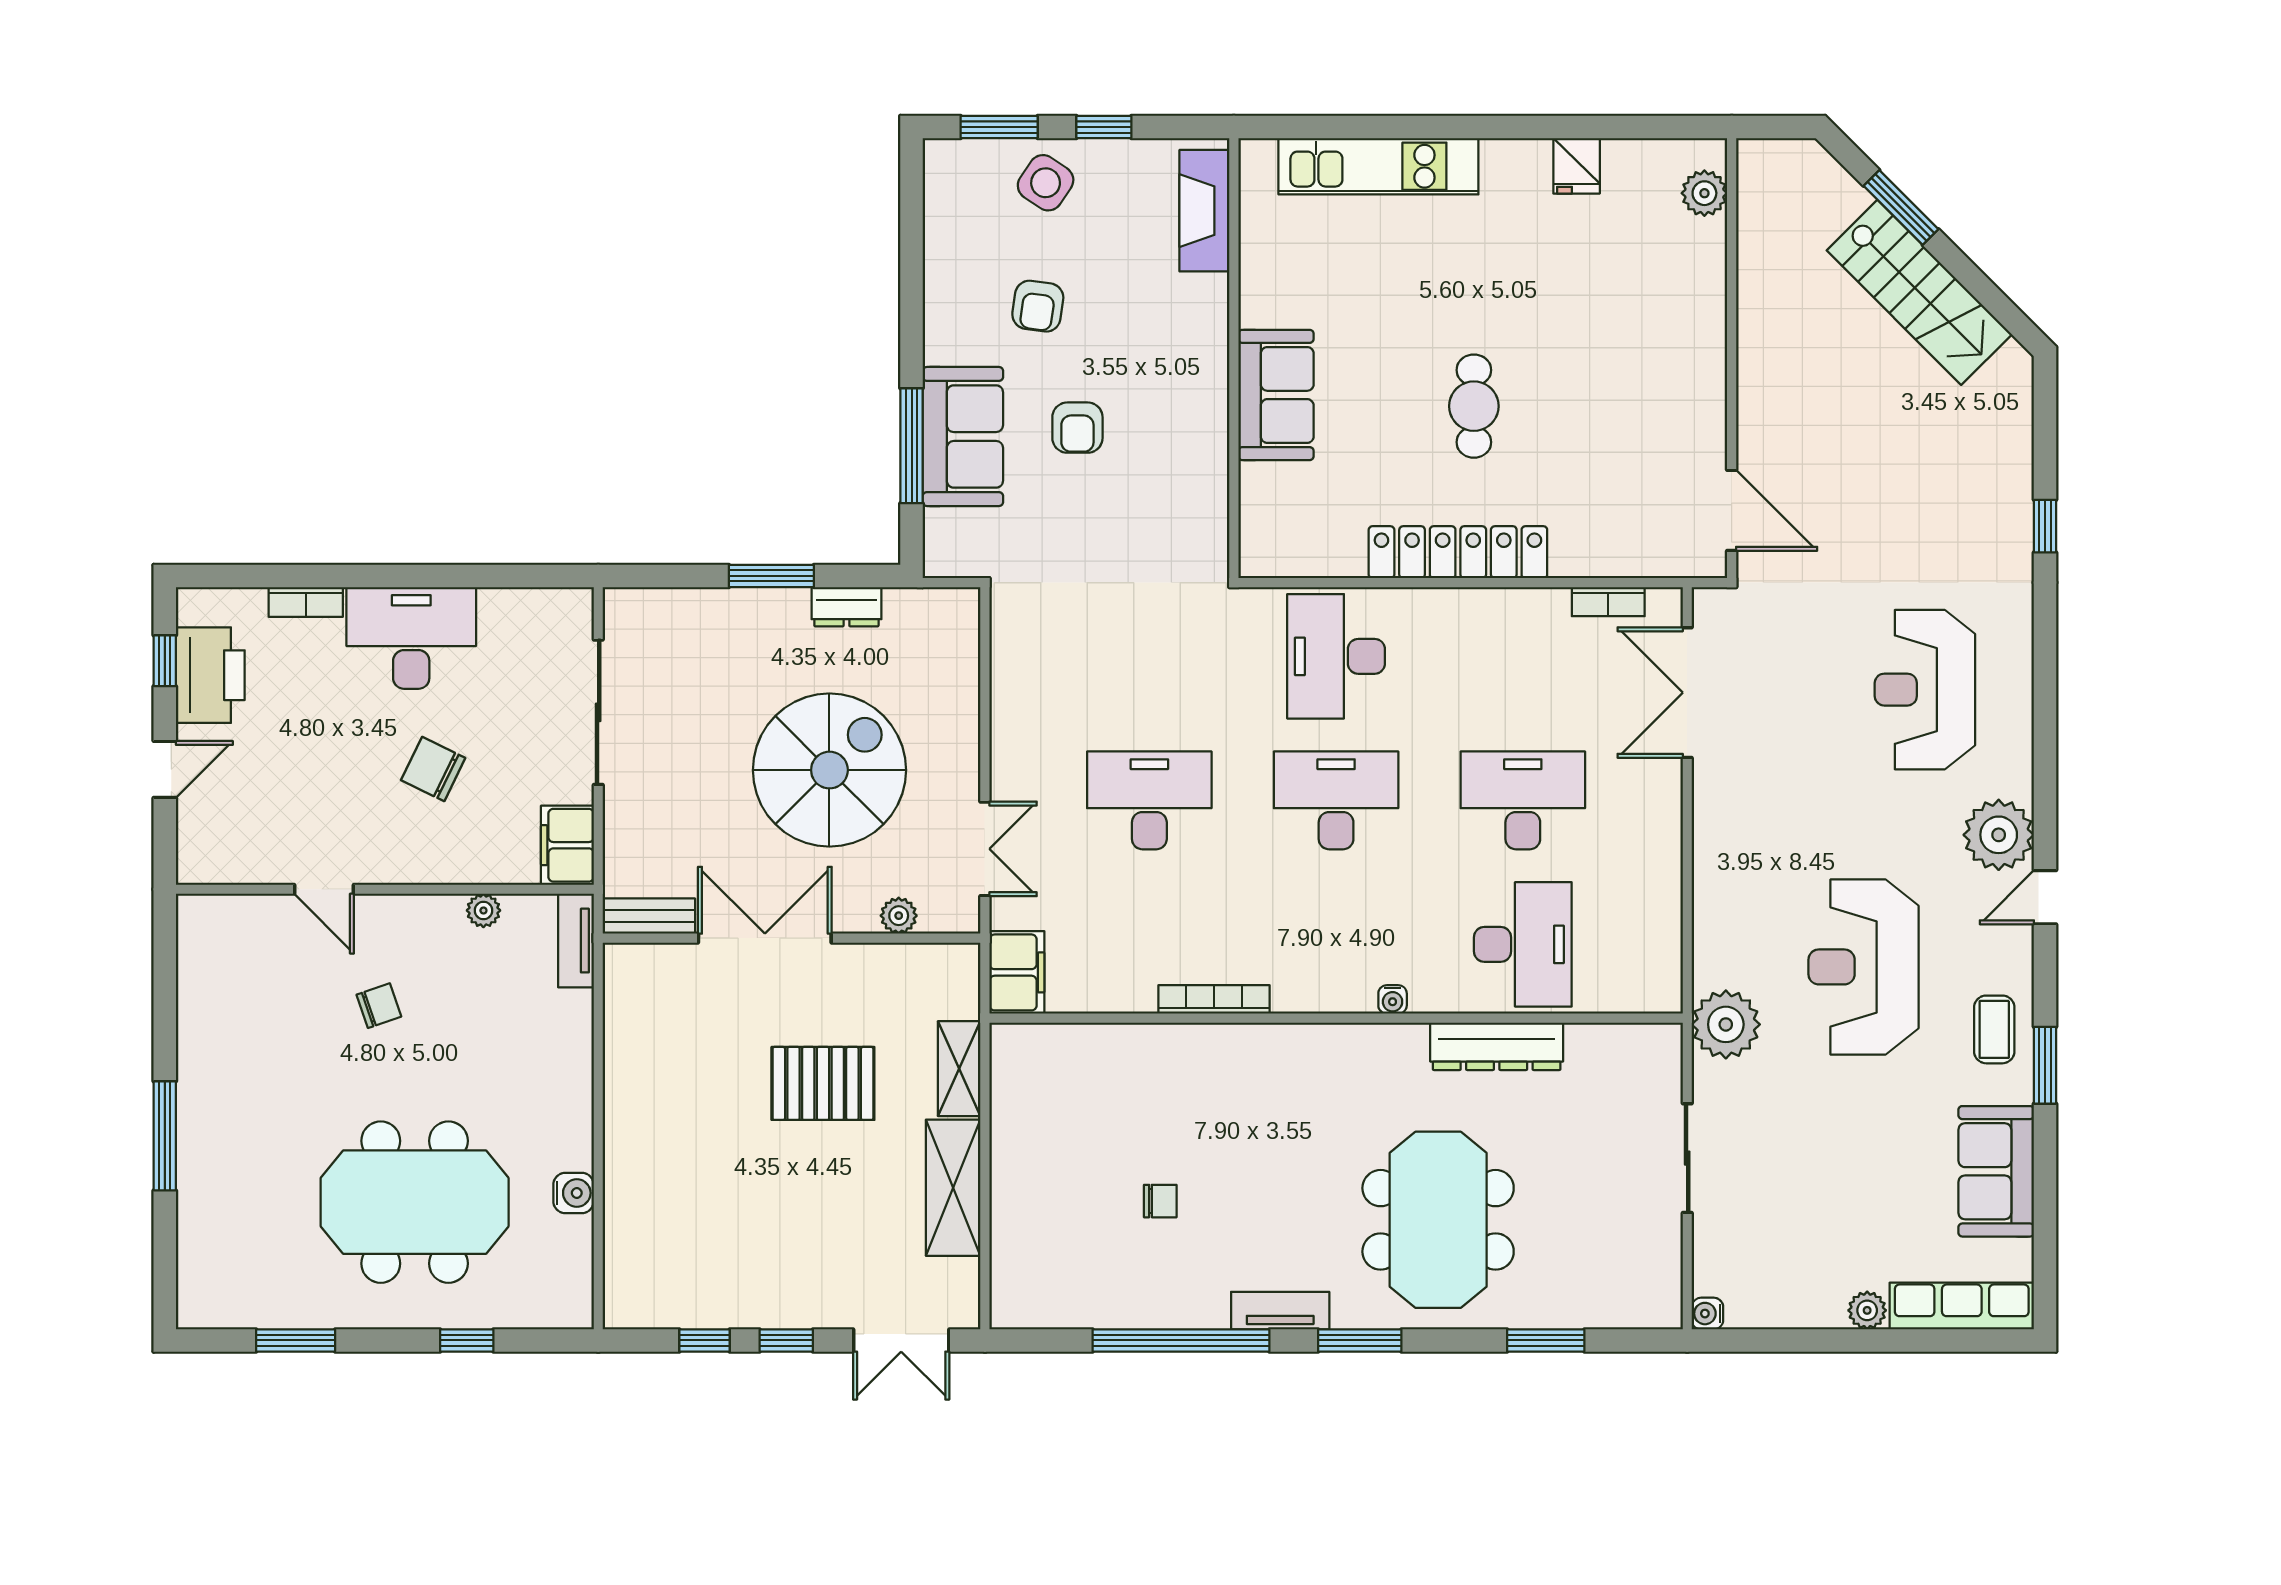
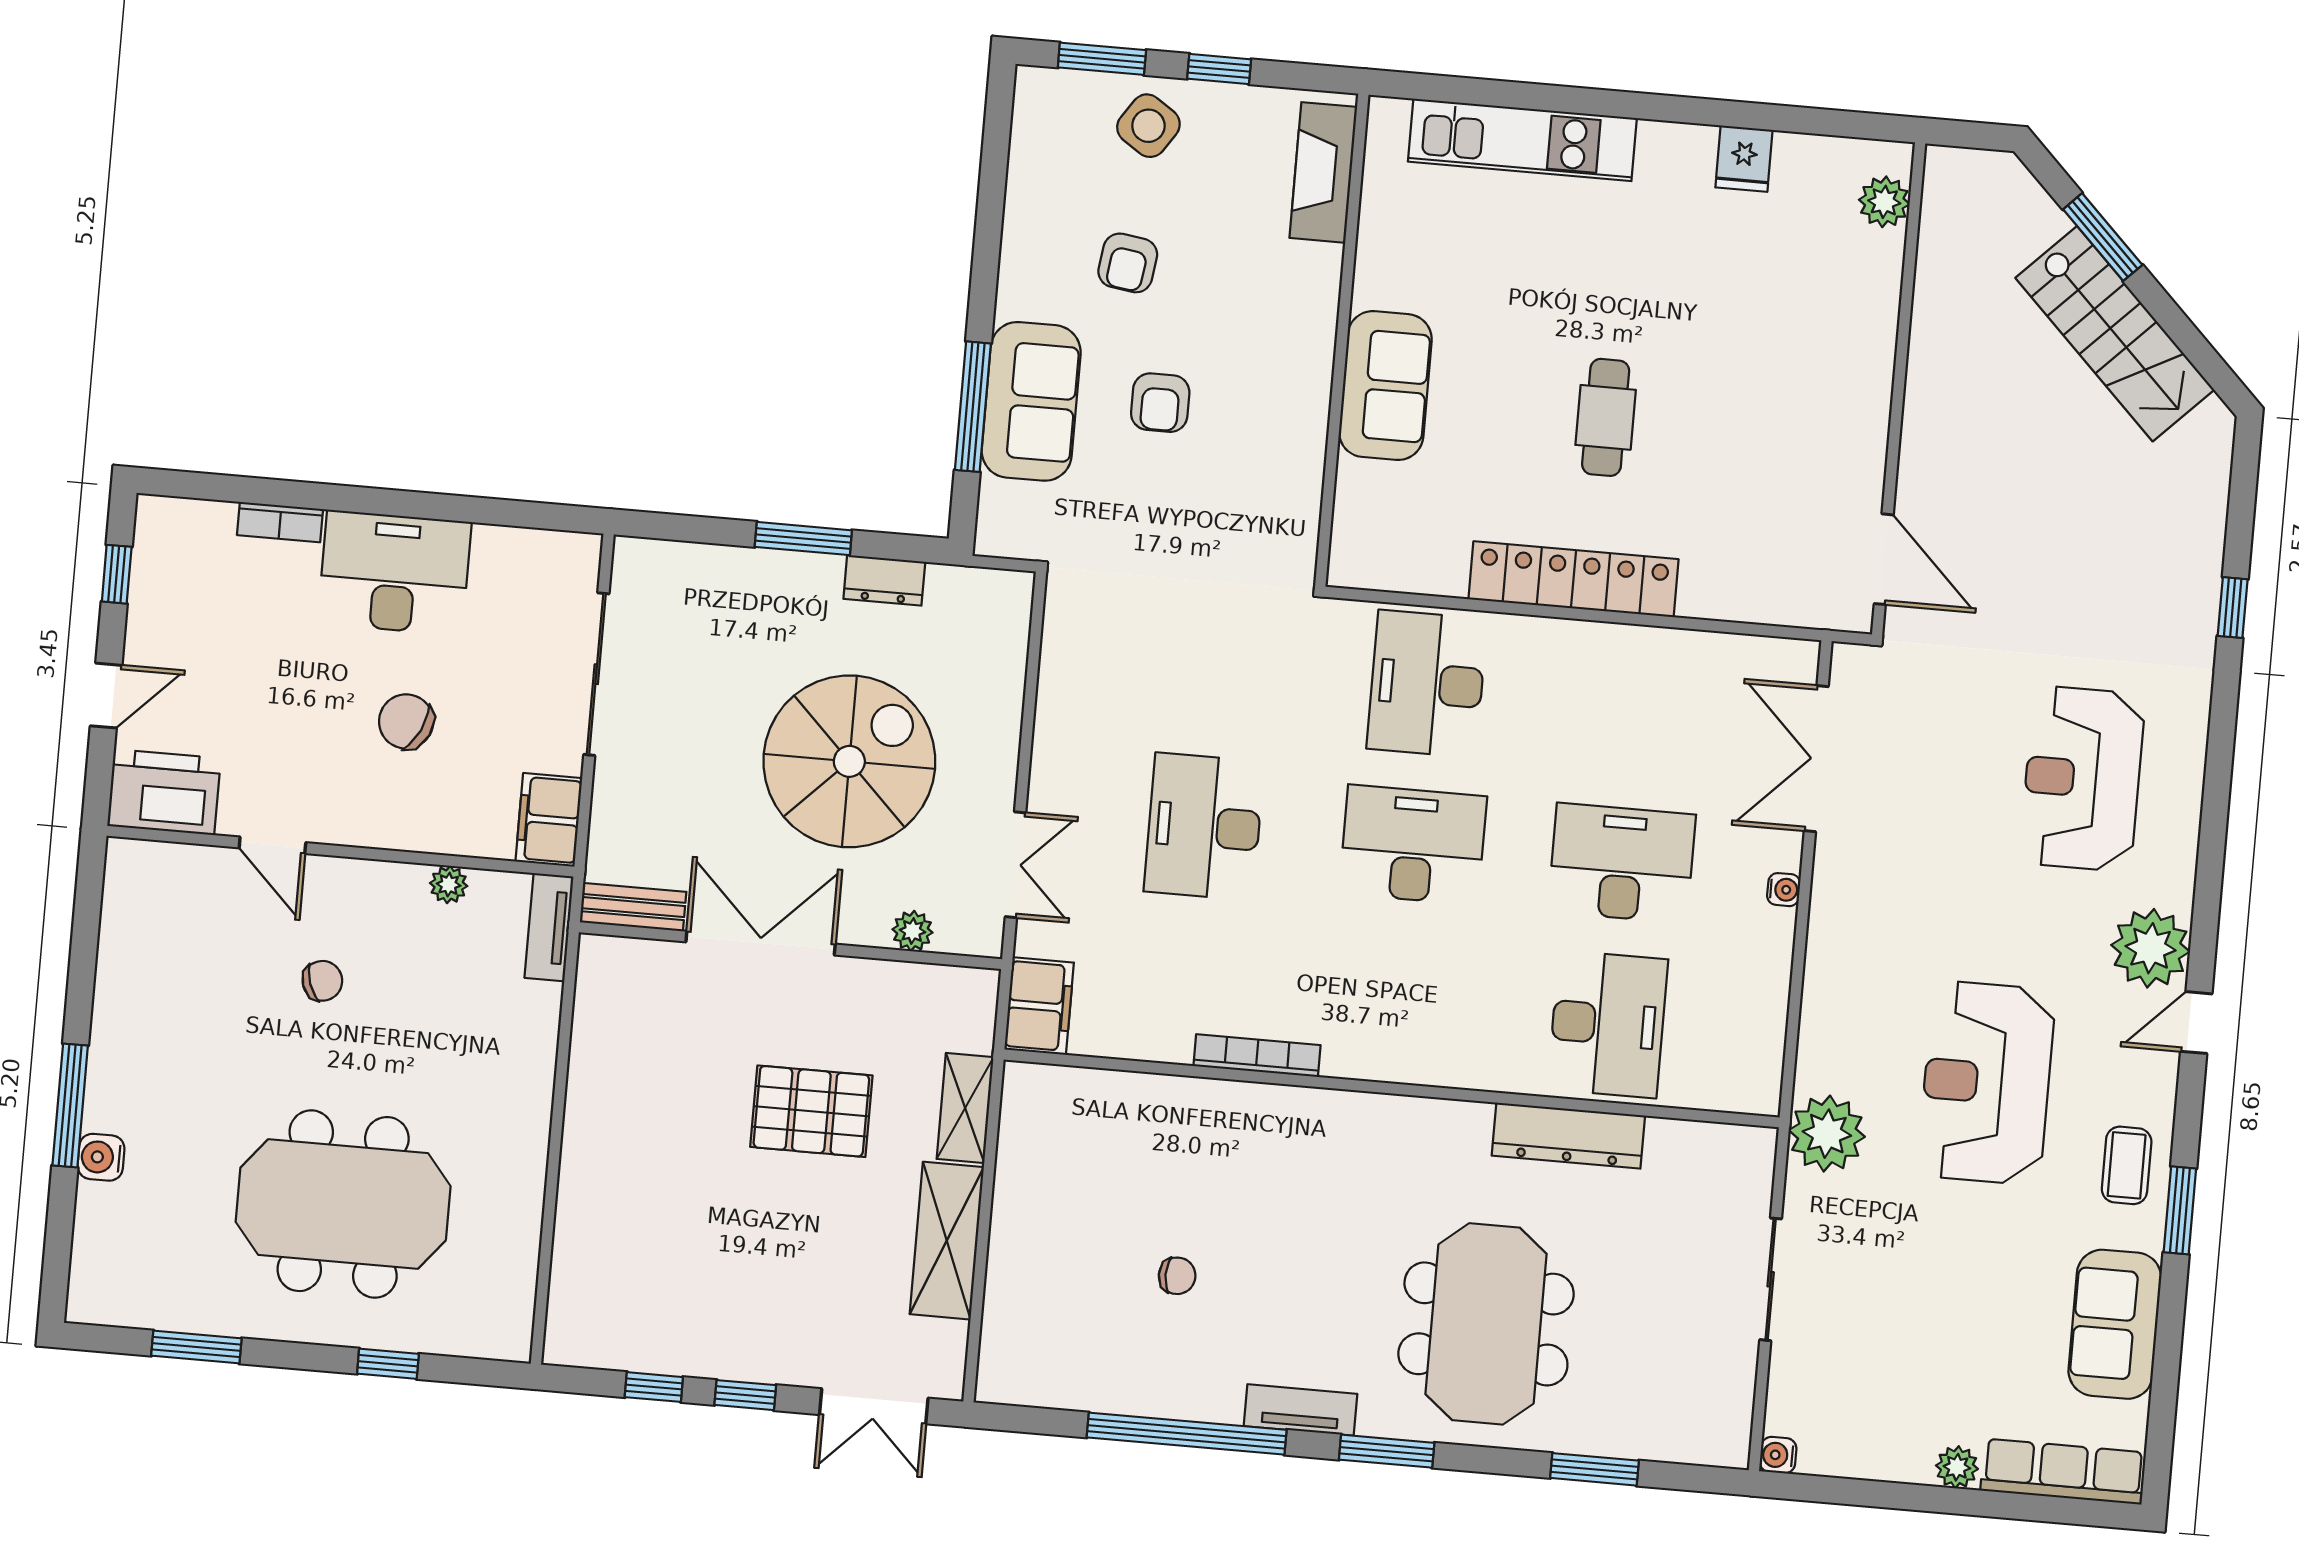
bookcase: (1608, 602) -> (1737, 649), removed
printer: (210, 675) -> (164, 792), moved, turned -90
desk: (1149, 800) -> (1204, 827), turned -90
water cooler: (1393, 999) -> (1784, 890), moved, turned -90
water cooler: (574, 1193) -> (101, 1157), moved, turned 180

